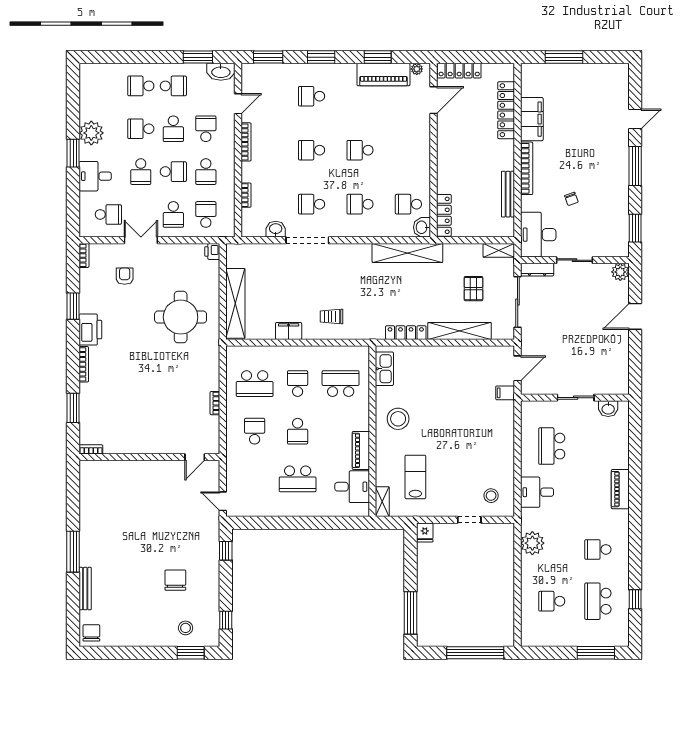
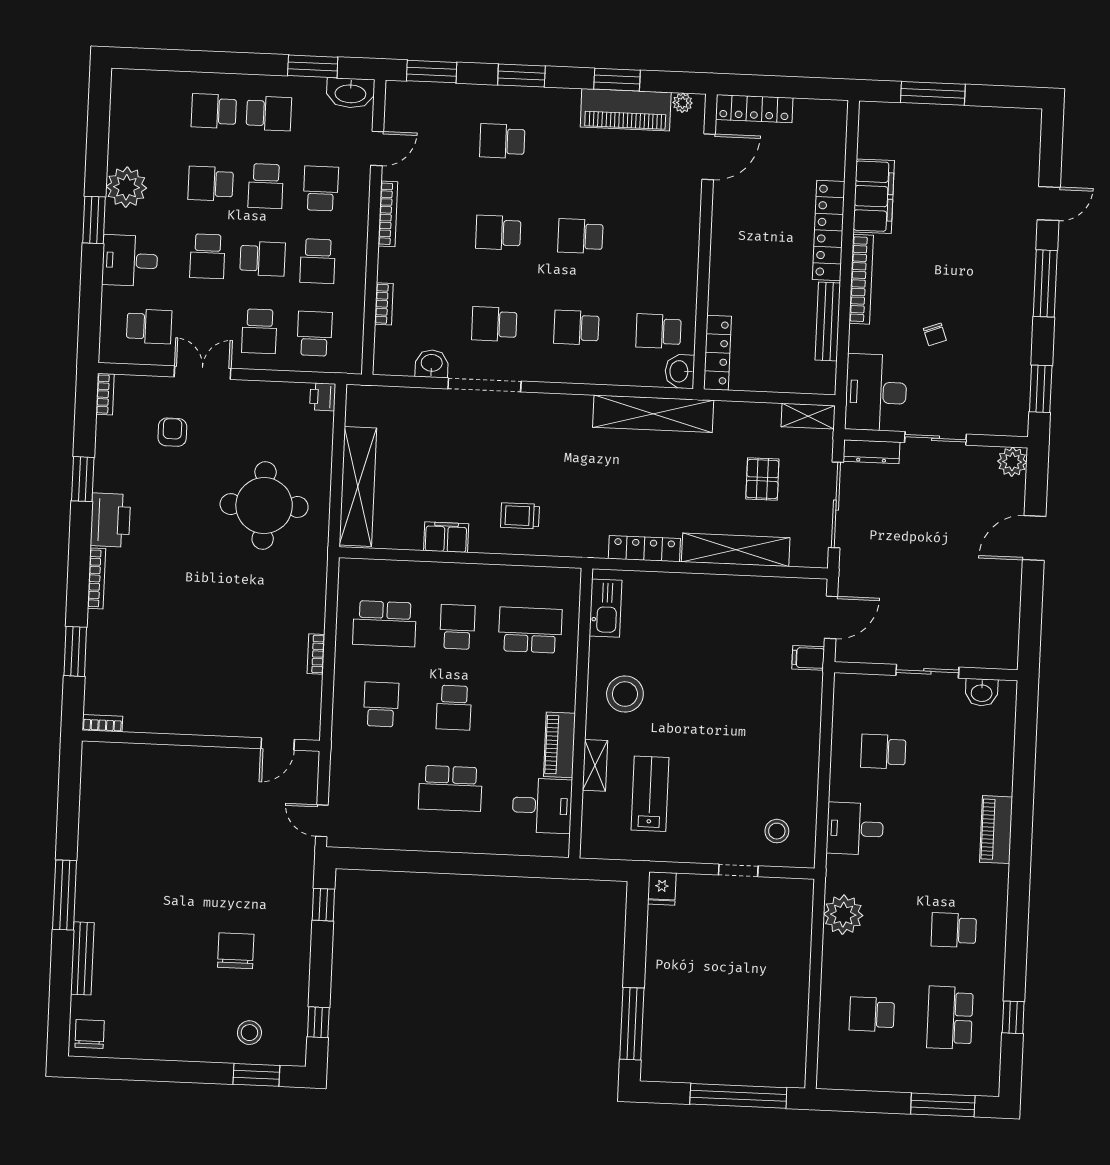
locker: (506, 110) -> (829, 230), moved
school desk: (552, 446) -> (883, 752), width x0.54
shelving: (382, 502) -> (595, 765), moved

